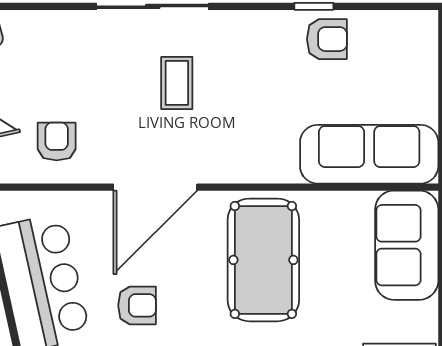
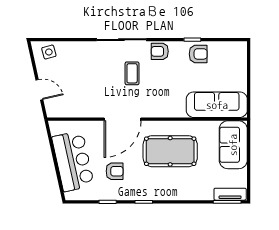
armchair: (57, 142) -> (160, 51), moved, turned -90
pool table: (263, 260) -> (170, 151), turned 90

